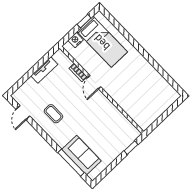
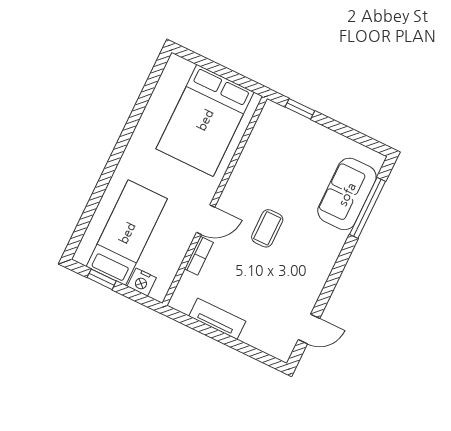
bed: (142, 100) -> (205, 120), added
coffee table: (53, 114) -> (267, 228), moved

